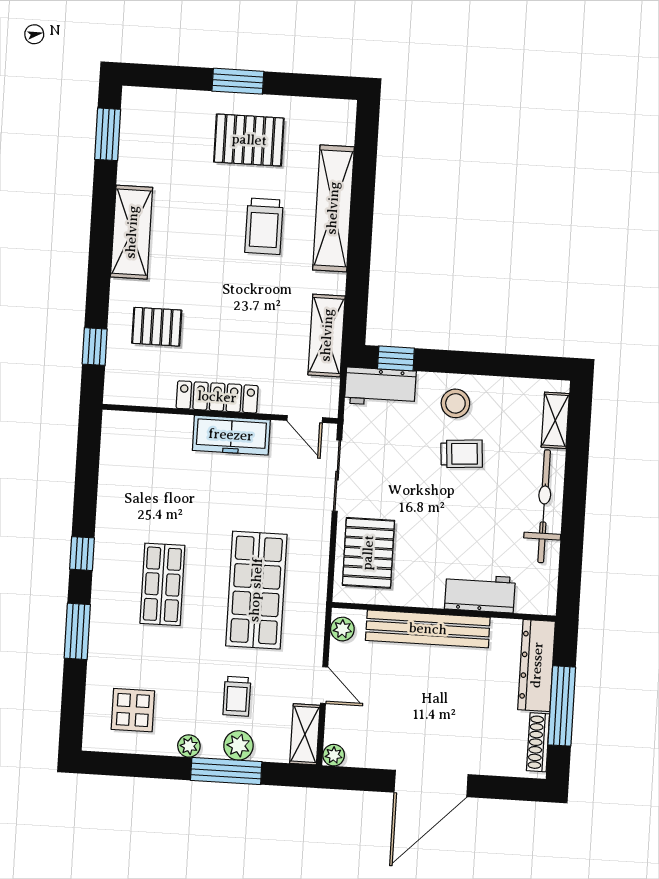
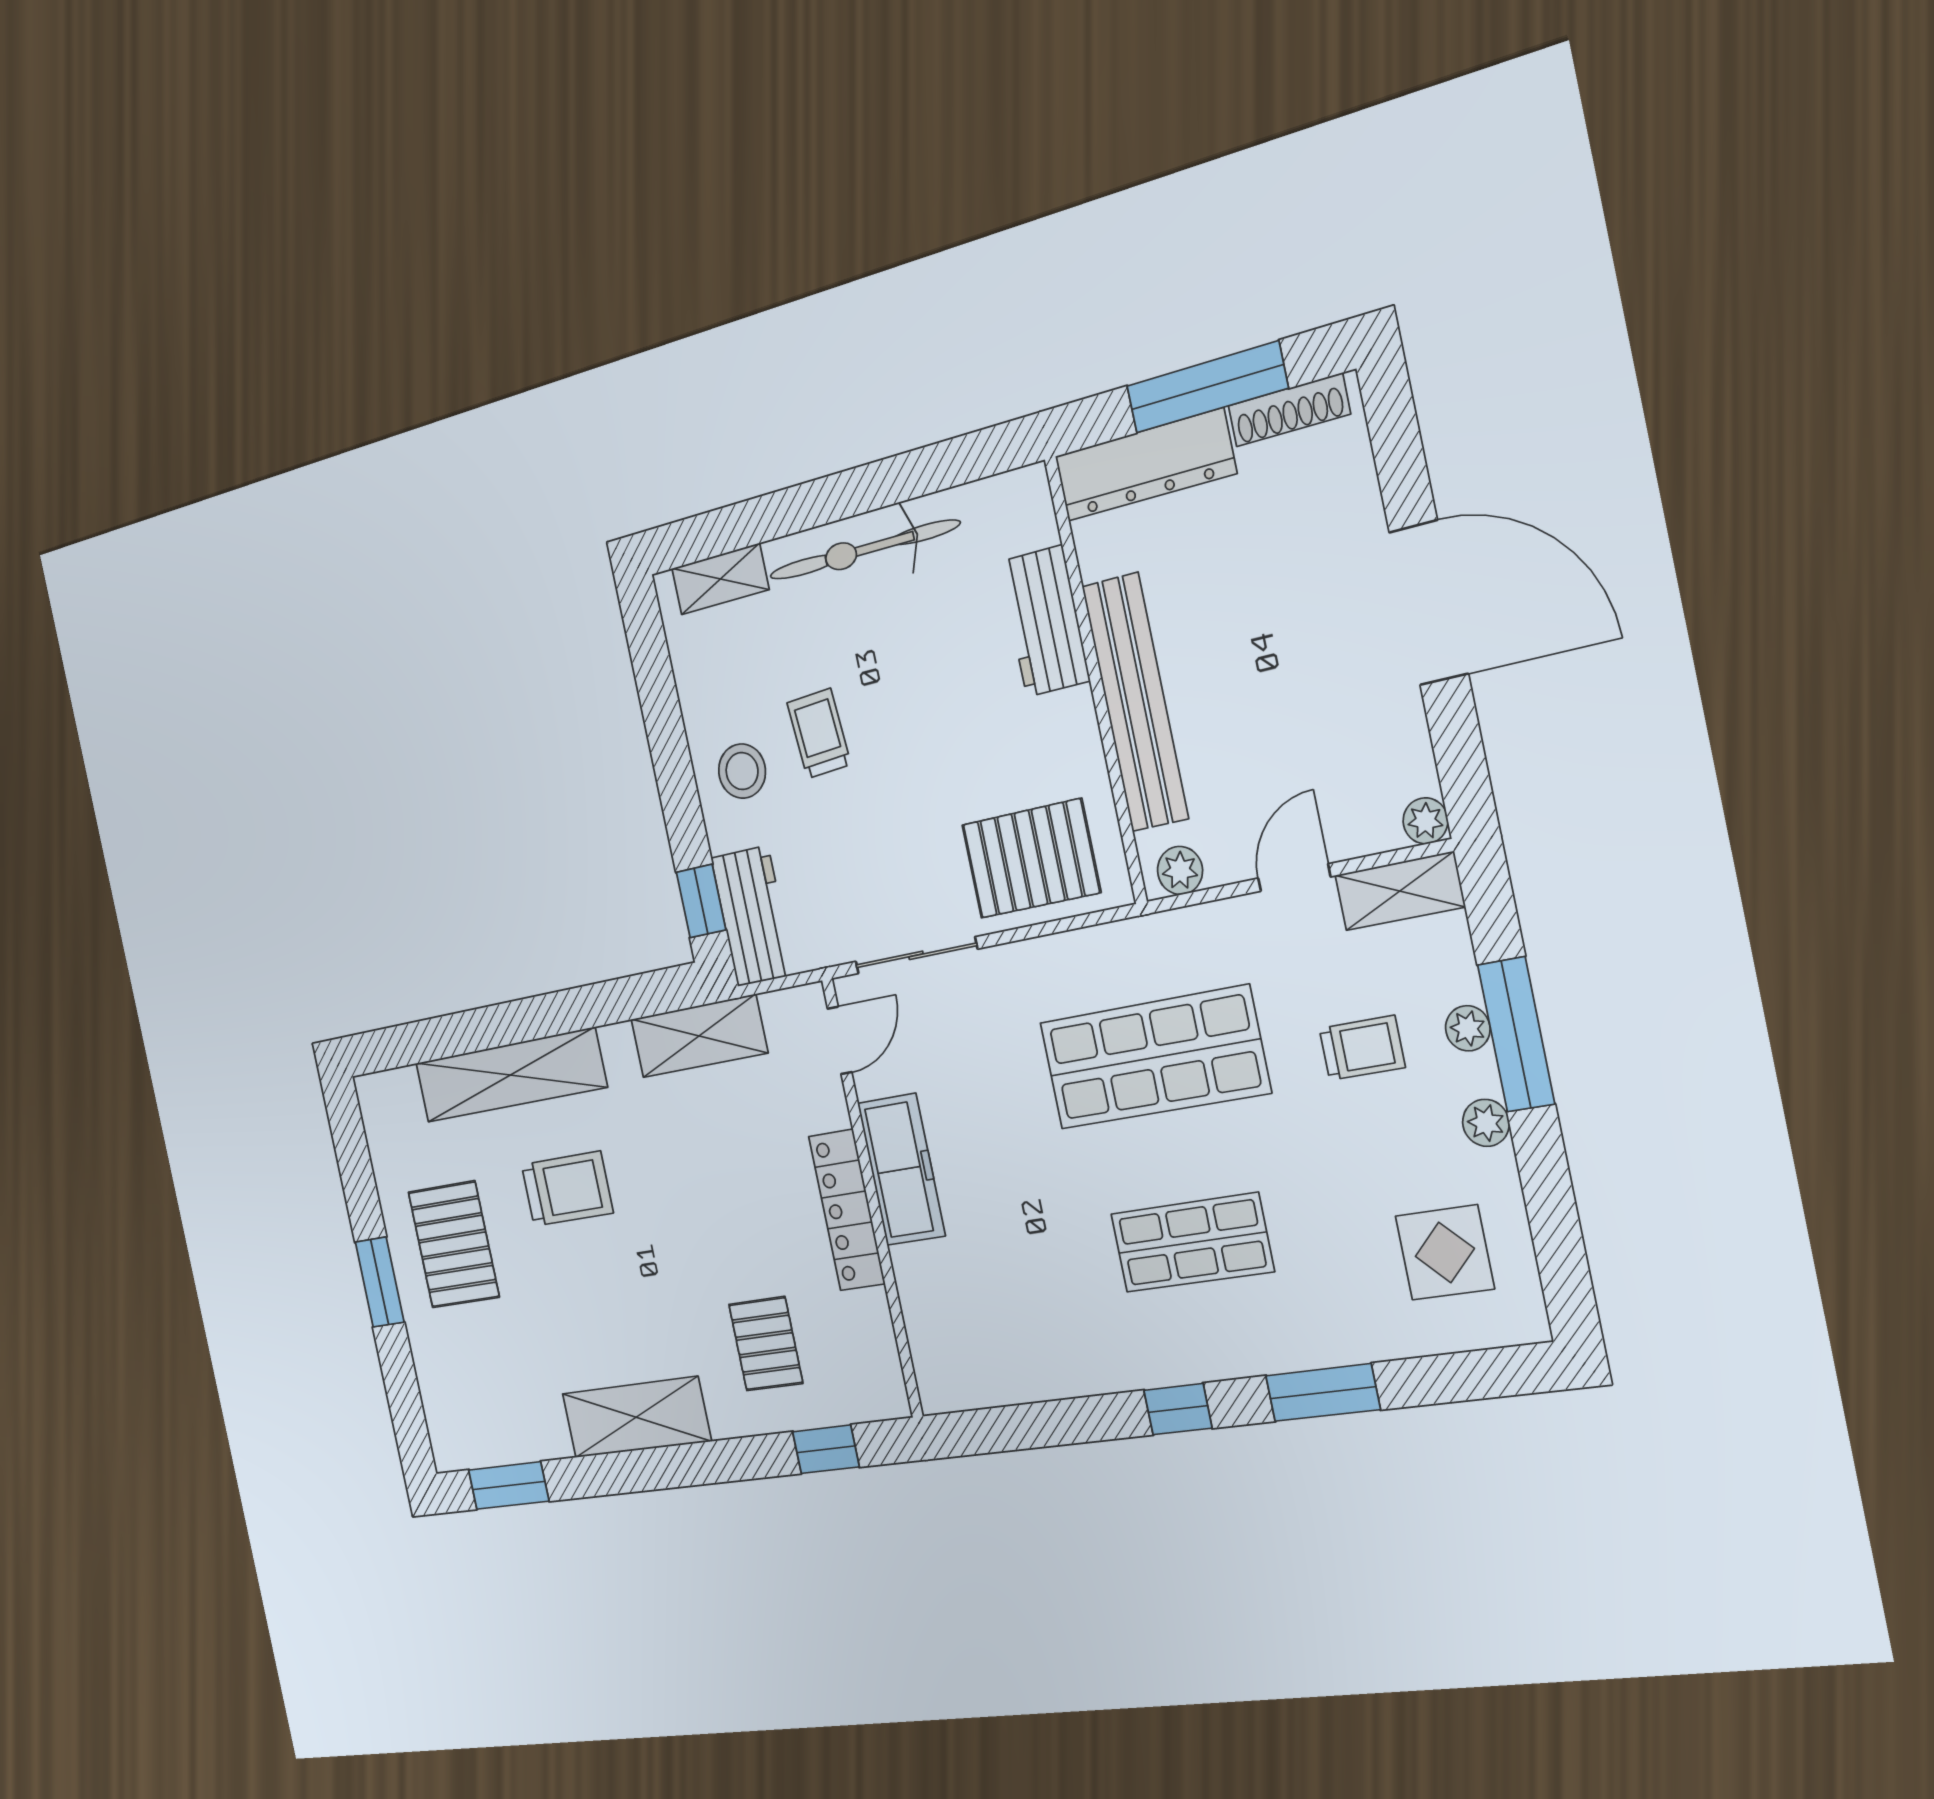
plant: (238, 745) -> (1468, 1028), width x0.73, depth x0.73

